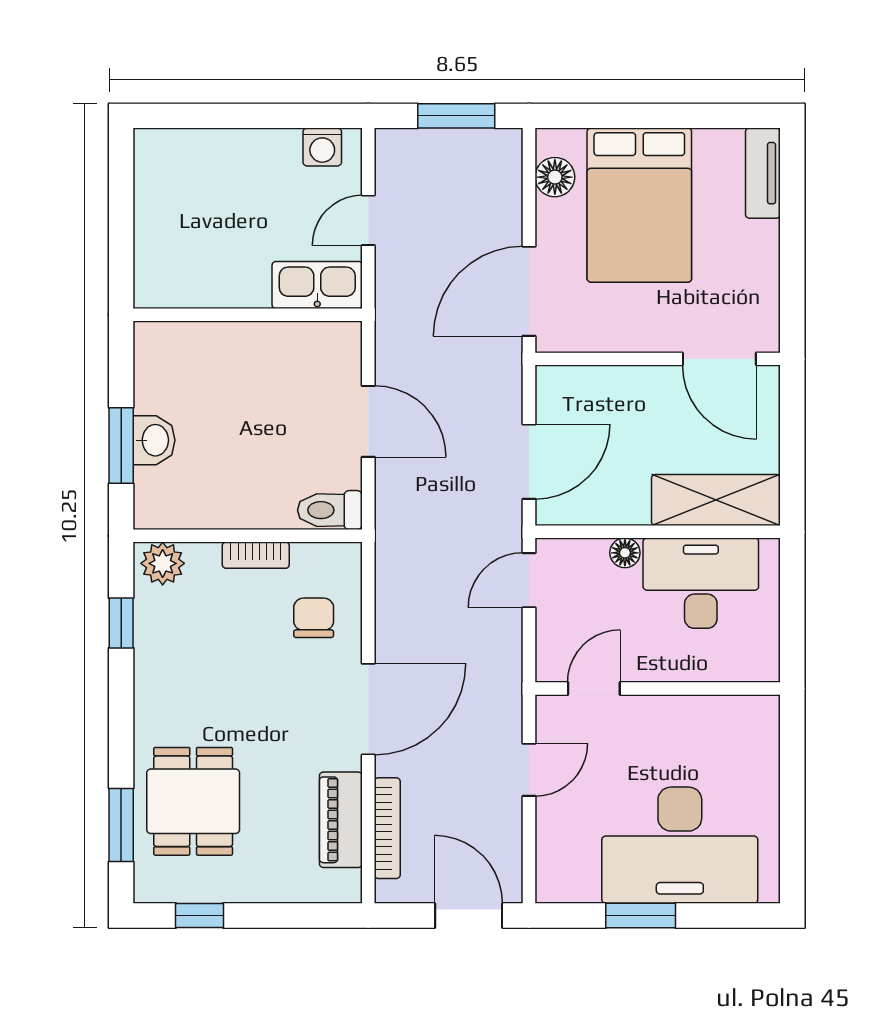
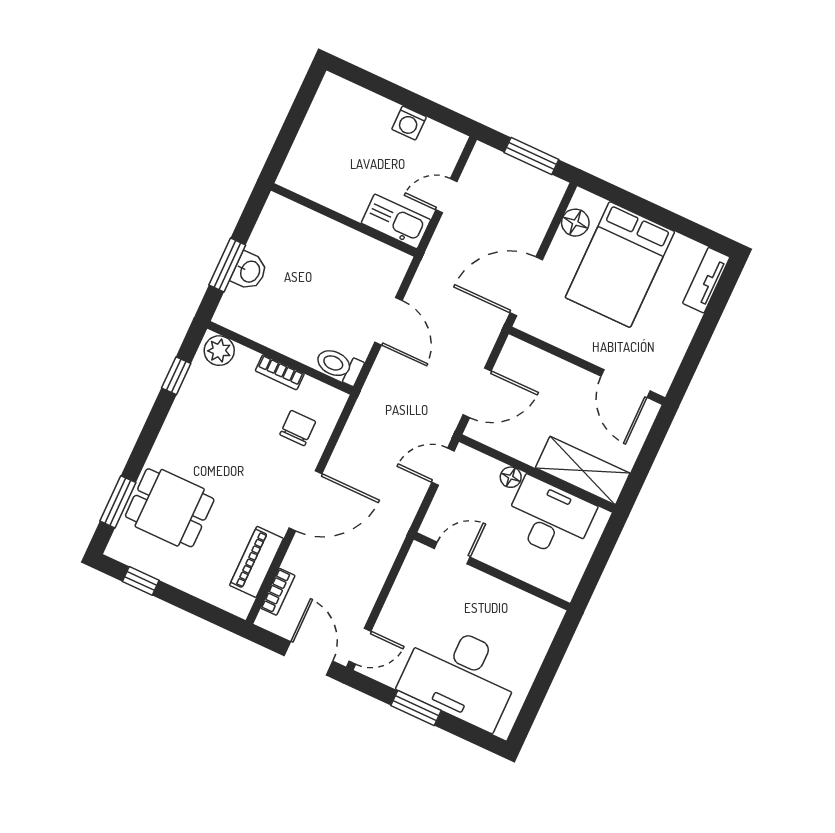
washing machine: (322, 147) -> (409, 123), moved
door: (529, 770) -> (360, 646), moved
dining table: (193, 801) -> (170, 508), turned 90
bookcase: (387, 828) -> (278, 592), width x0.64

